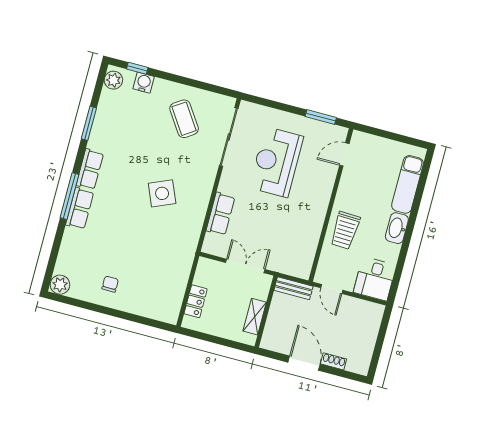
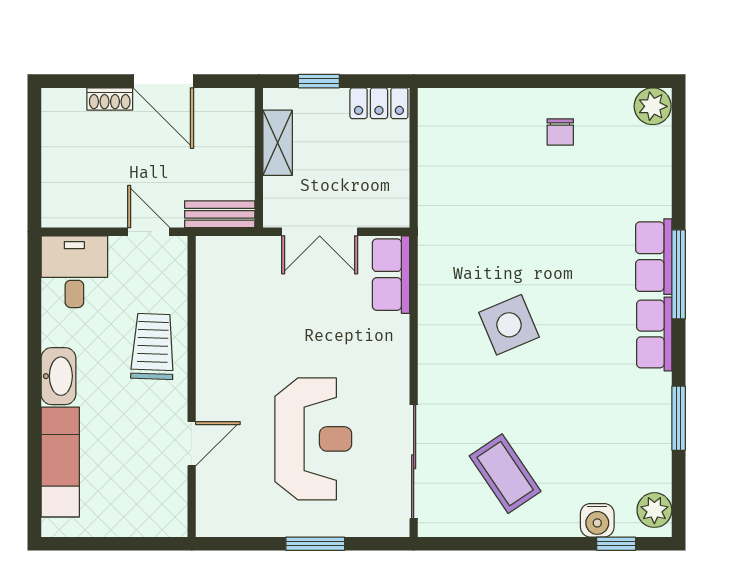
window: (321, 117) -> (315, 544), moved
door: (344, 154) -> (192, 444), moved
row of seats: (221, 214) -> (391, 275), moved
locker: (196, 301) -> (379, 103), moved, turned -90
window: (225, 342) -> (319, 81), added

